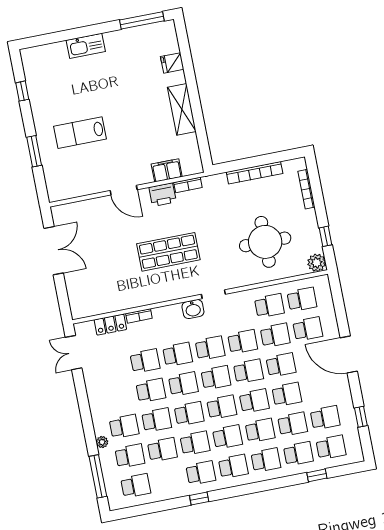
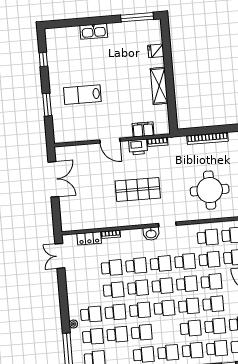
school desk: (228, 437) -> (166, 330), removed

